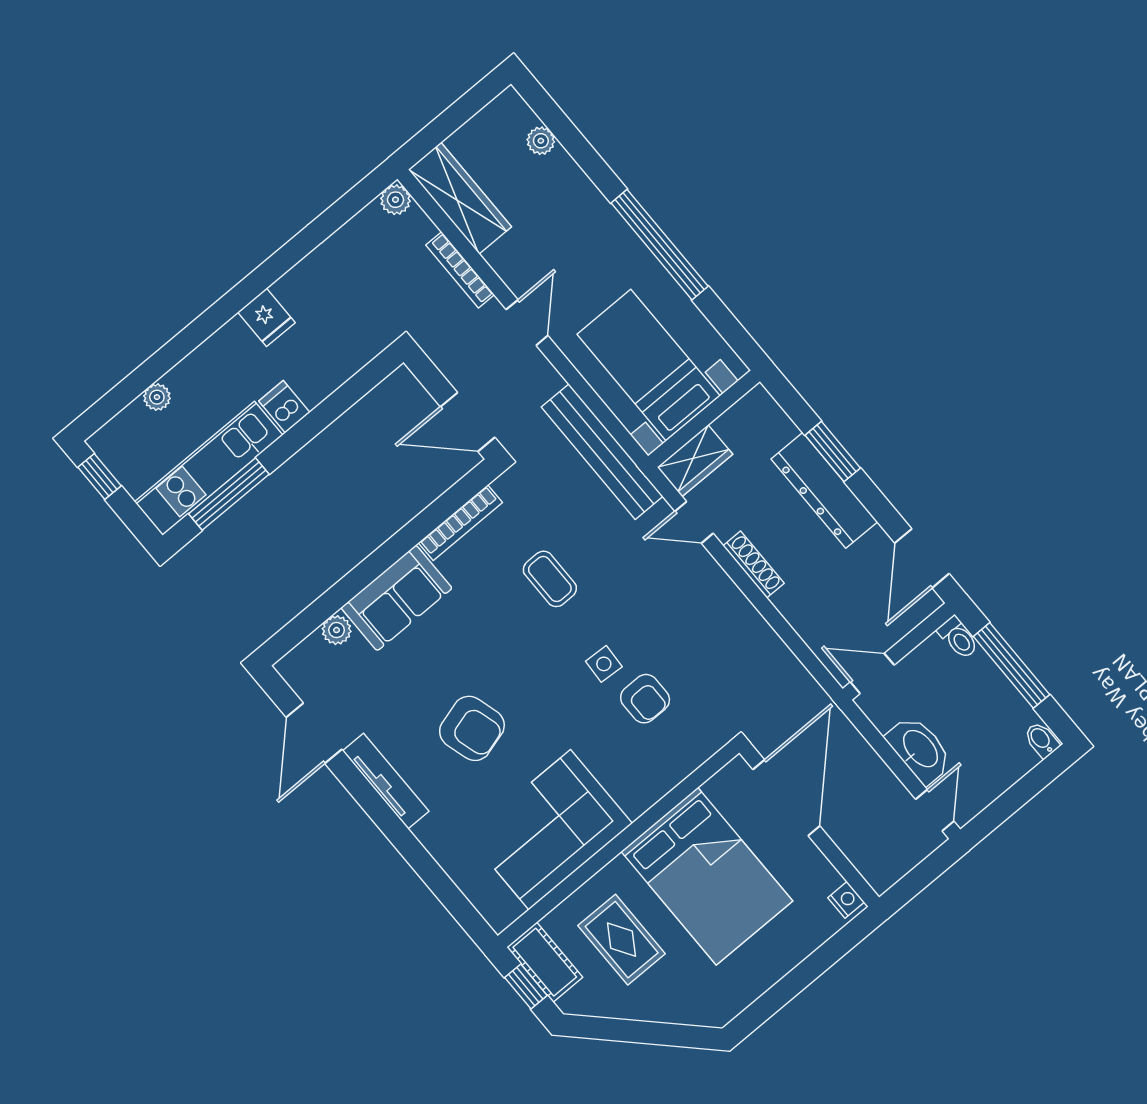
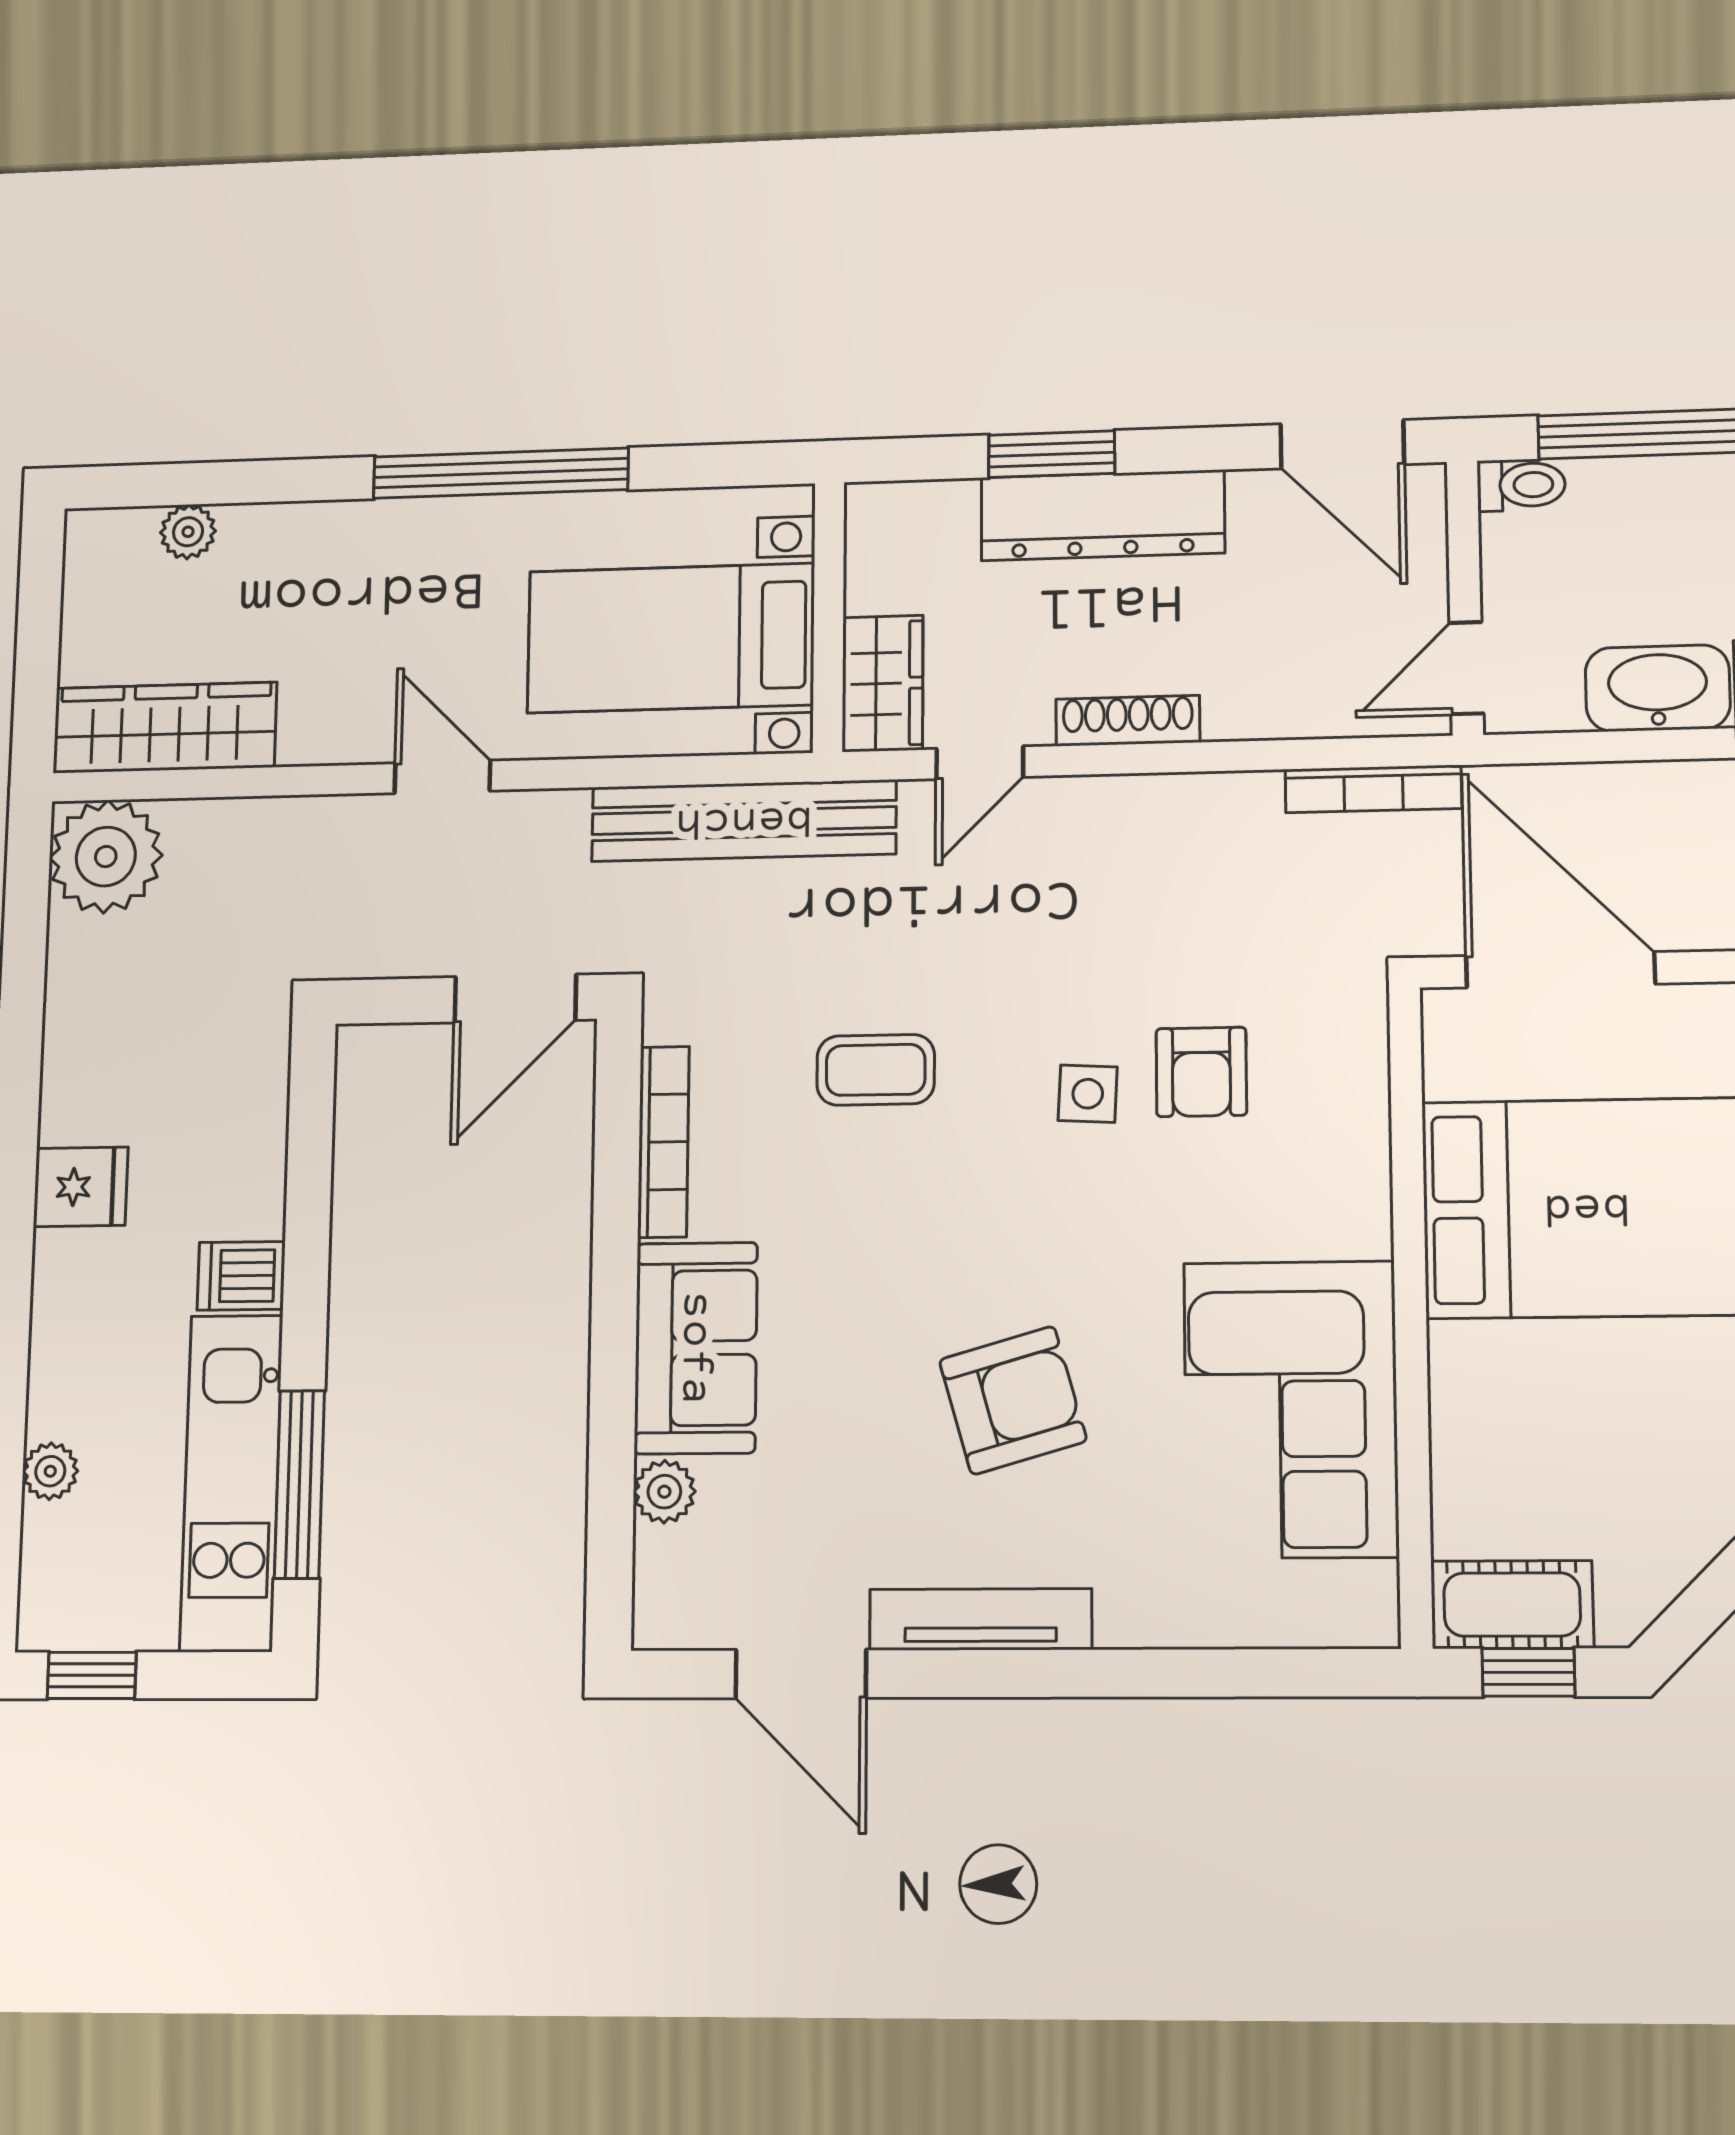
plant: (395, 200) -> (106, 857), width x1.87, depth x1.87
bookcase: (460, 270) -> (1373, 789), moved
armchair: (645, 699) -> (1201, 1072), turned 90
rug: (622, 940) -> (1580, 1441), removed

